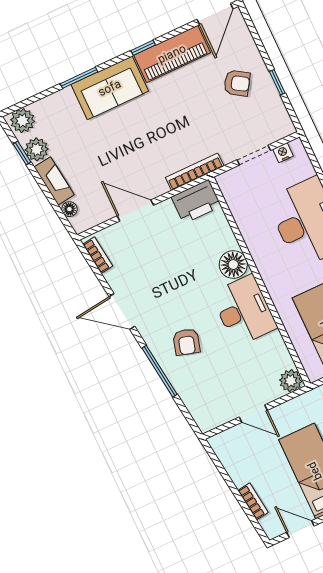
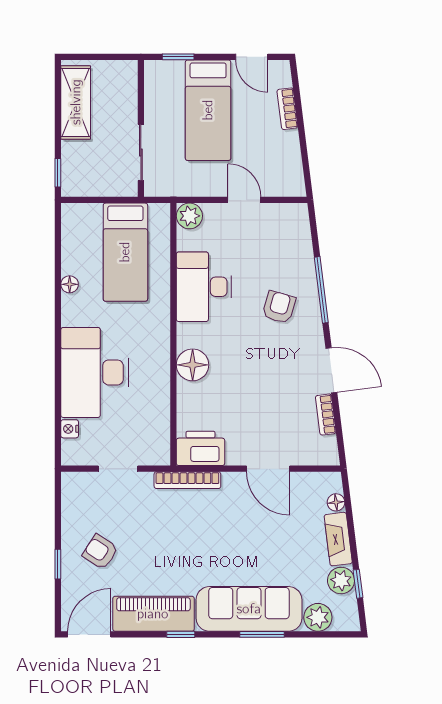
window: (277, 82) -> (58, 564), moved
sofa: (110, 88) -> (249, 609), width x1.36
plant: (23, 121) -> (318, 617), moved
nightstand: (283, 153) -> (70, 429), moved, turned 90
bookcase: (98, 255) -> (326, 415), moved
desk: (244, 310) -> (204, 287), moved

